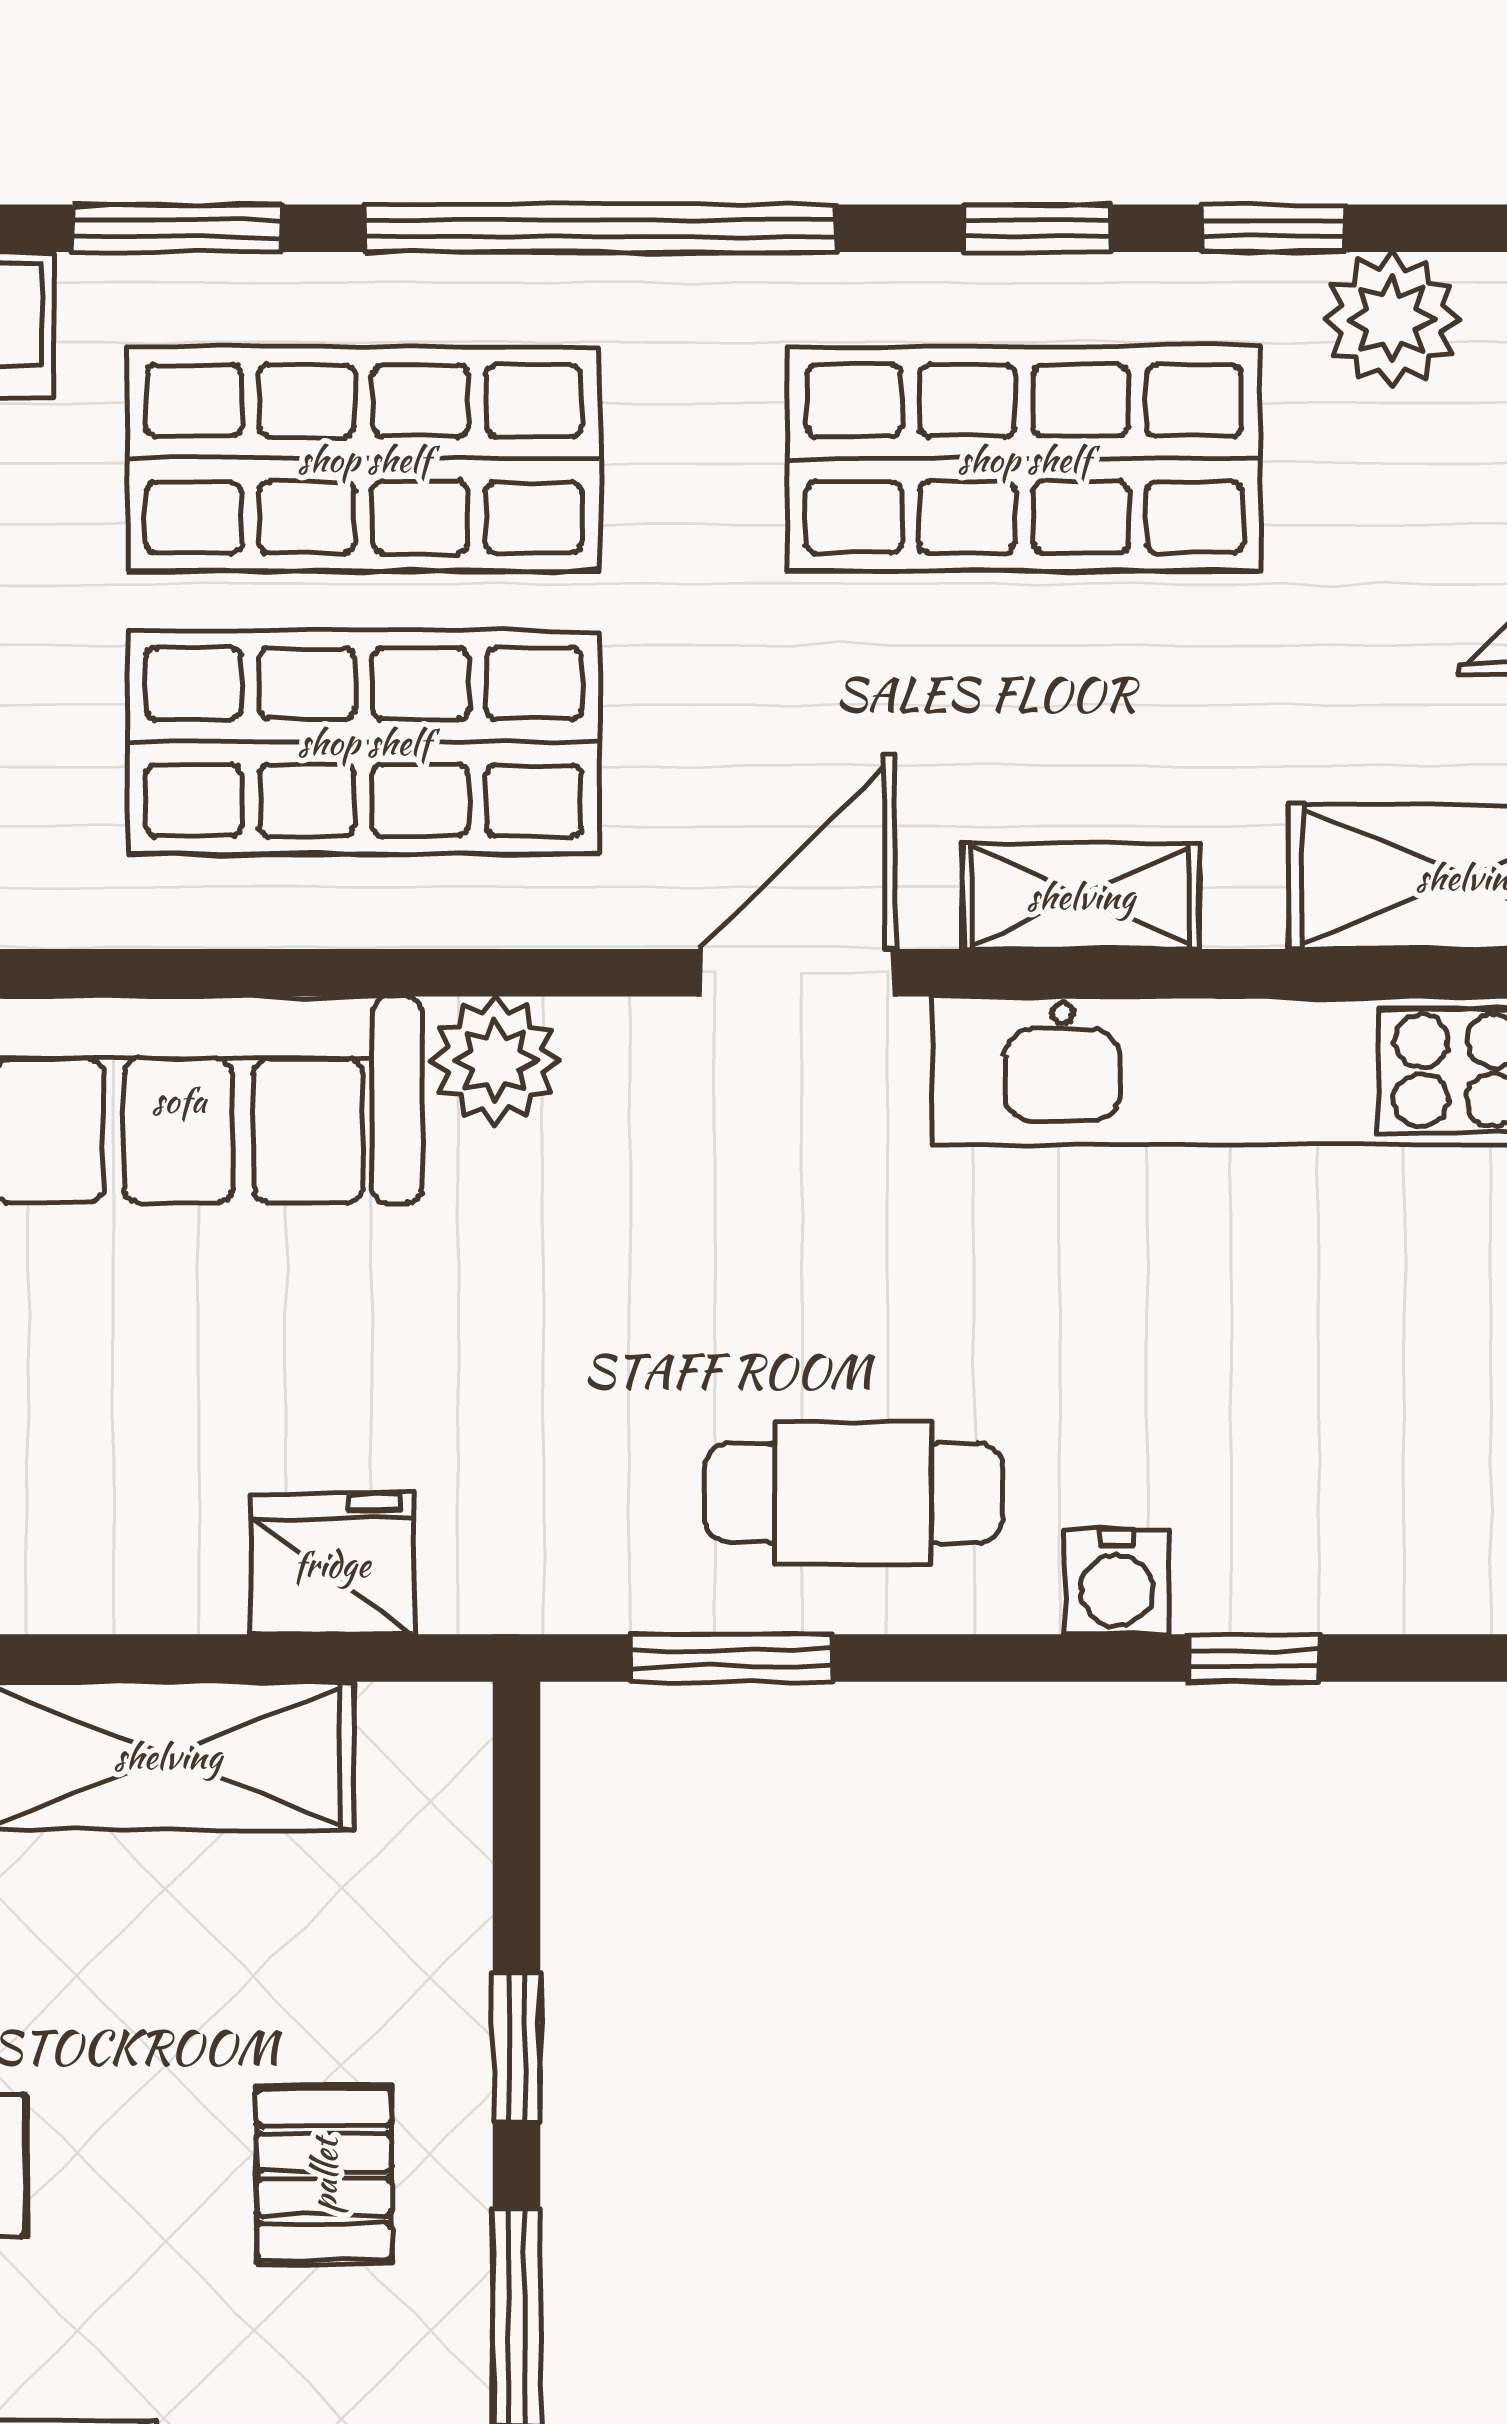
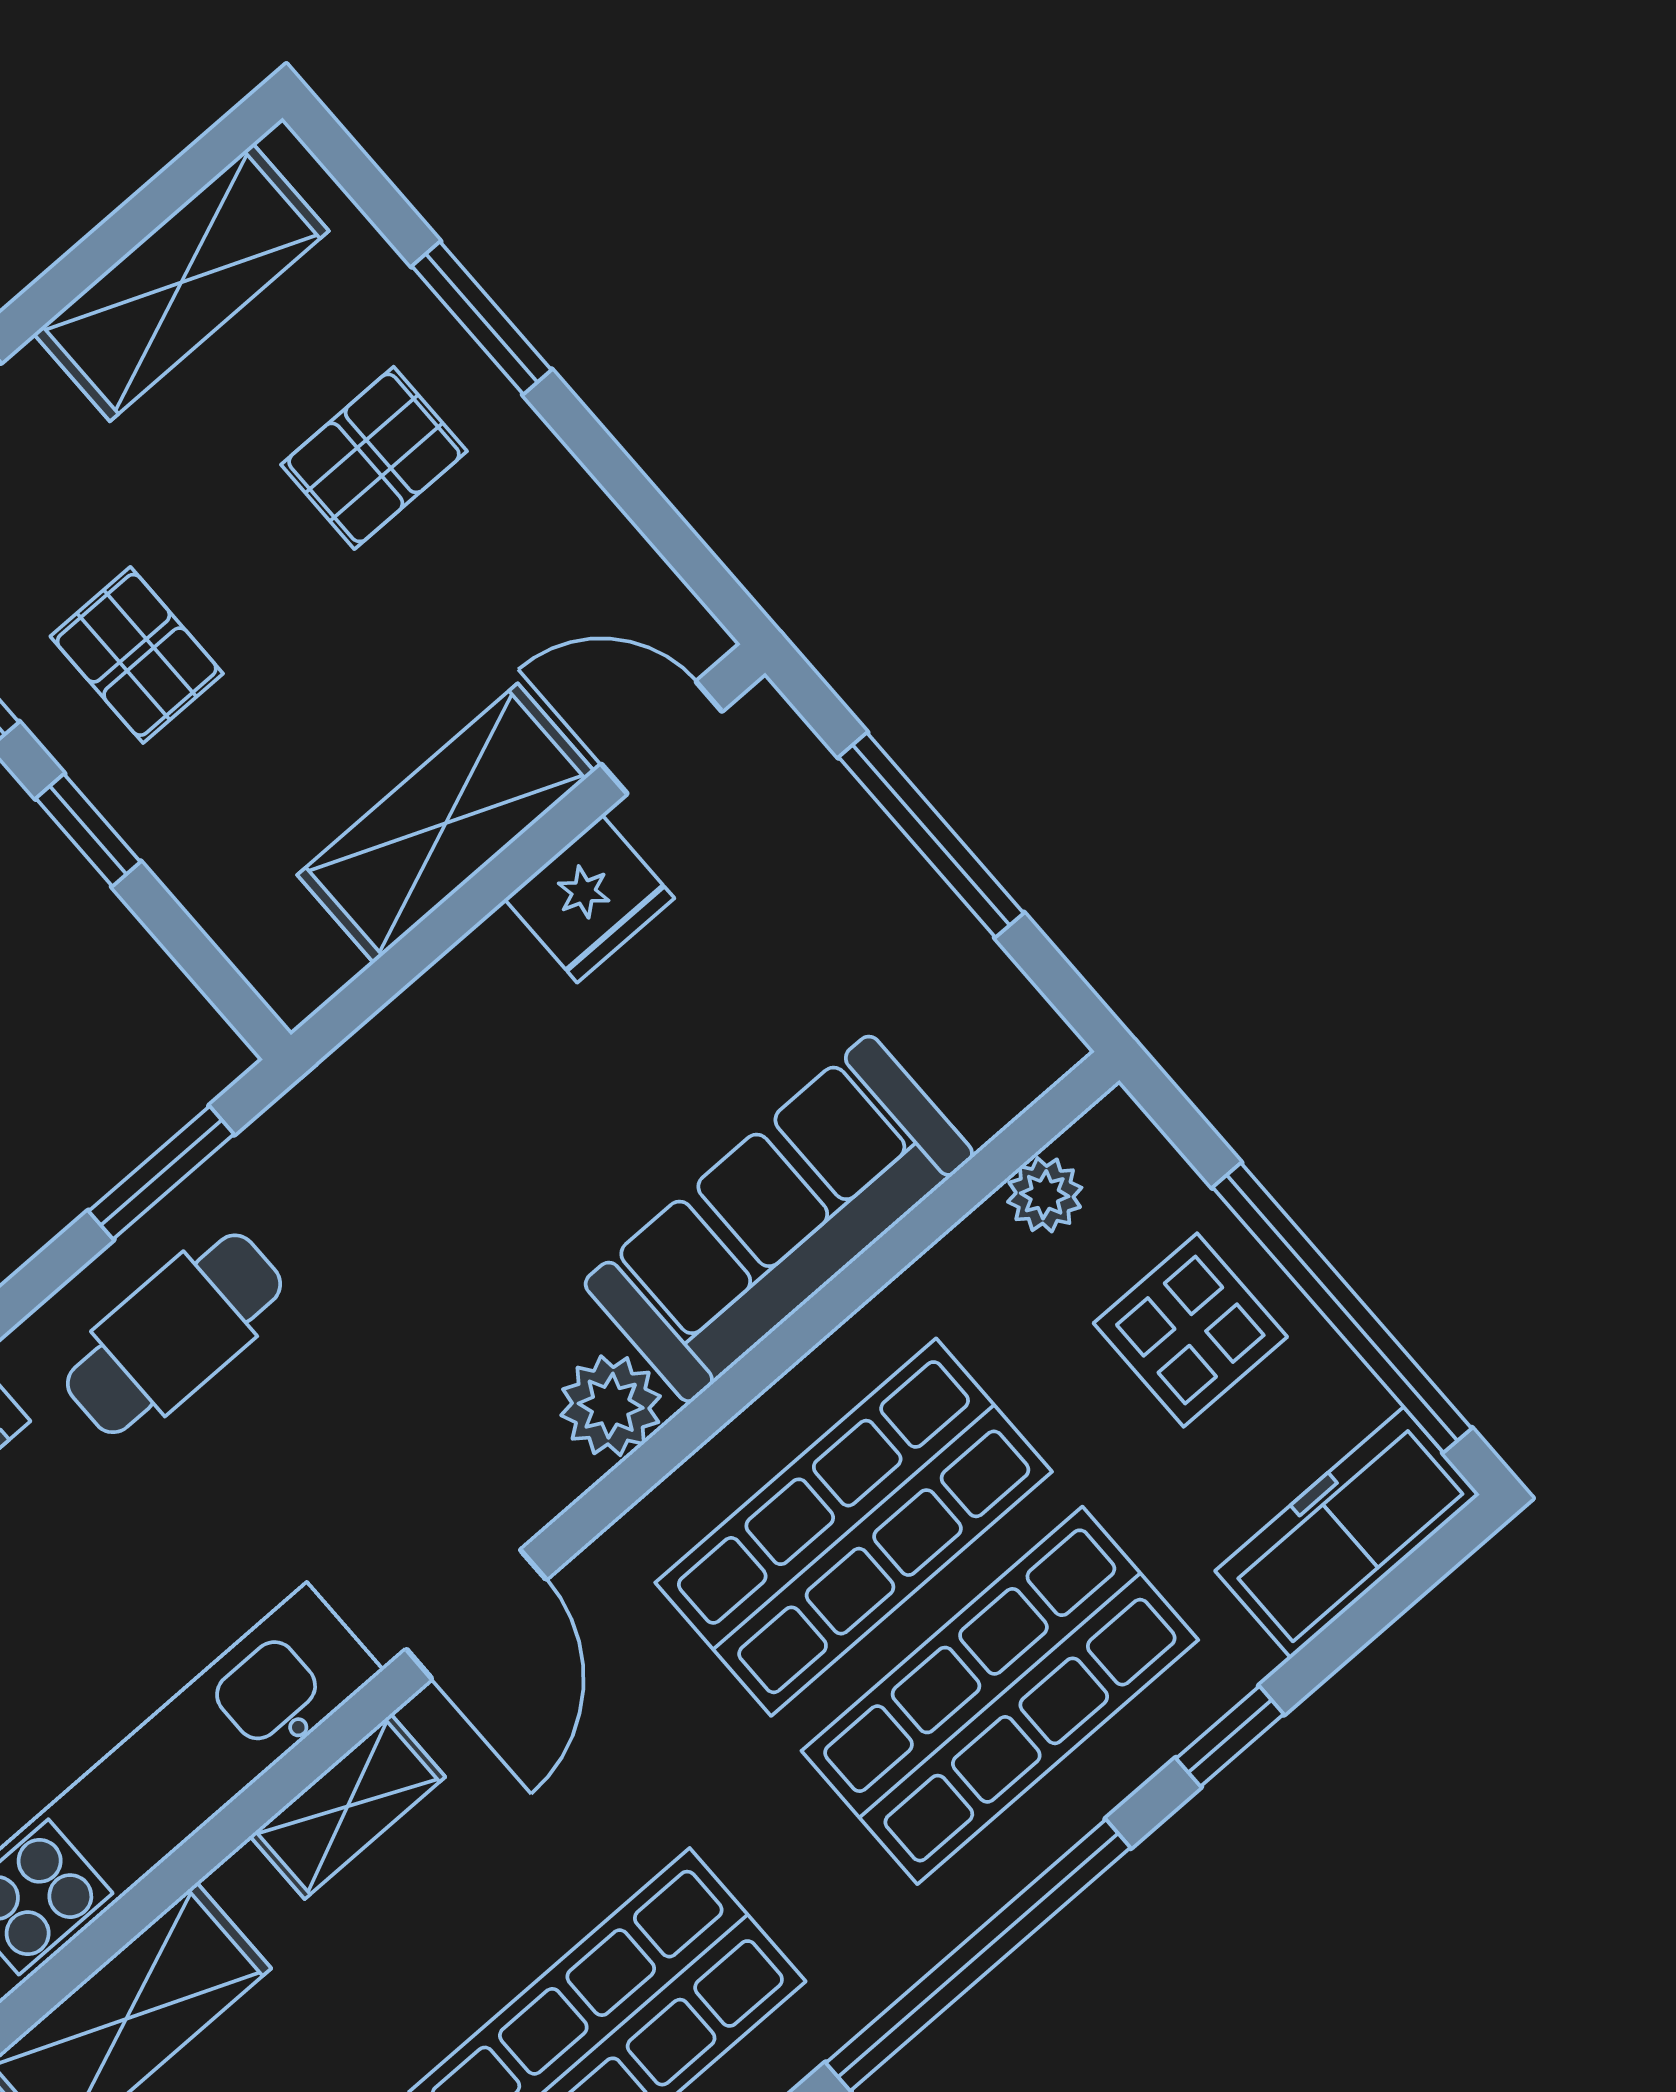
window: (177, 228) -> (1230, 1736), width x0.67
fridge: (332, 1564) -> (589, 899), moved

